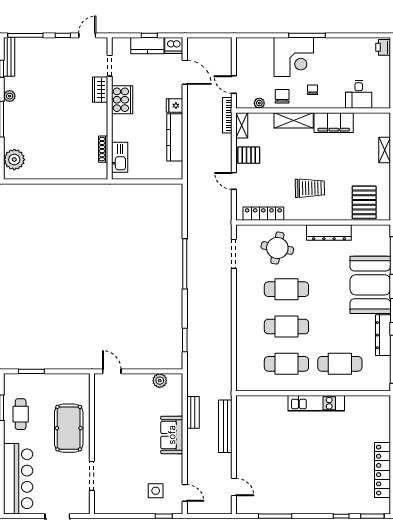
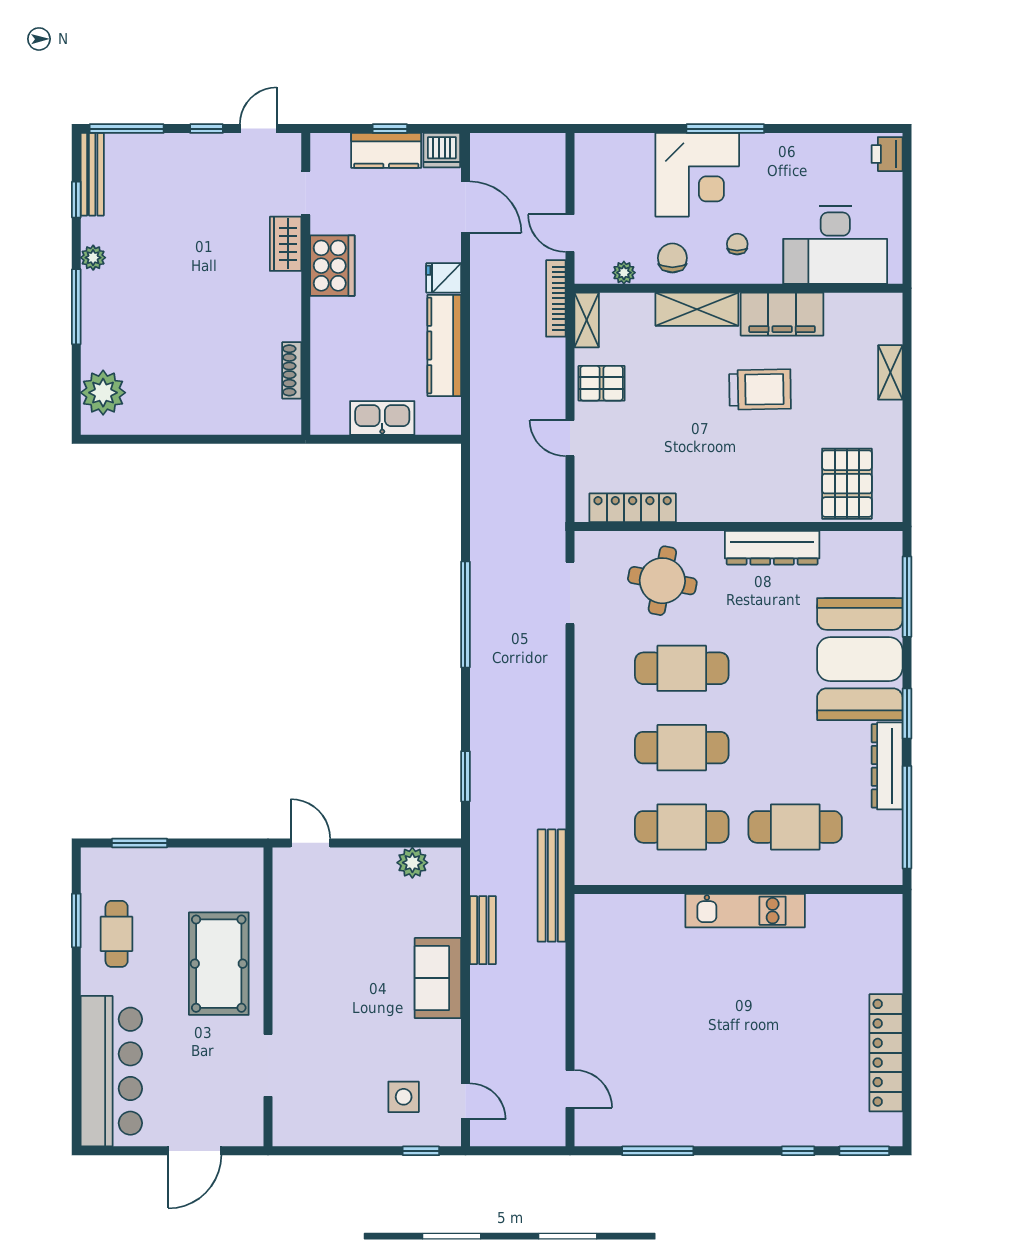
desk: (359, 94) -> (835, 245), width x1.87, depth x1.30
kitchen sink: (120, 157) -> (382, 418), moved, turned -90
trolley: (310, 188) -> (760, 389), moved
bench: (225, 426) -> (552, 886), moved

